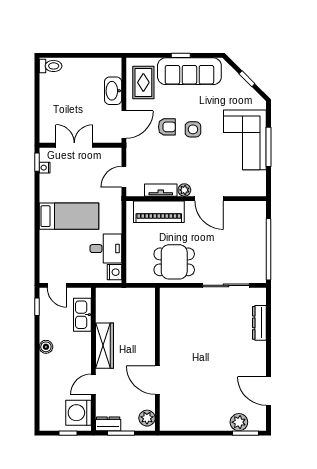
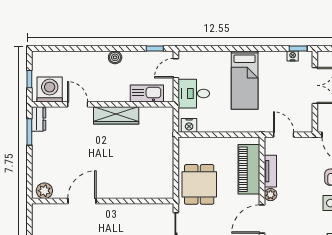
desk: (106, 249) -> (194, 94), moved, turned 90
wall: (157, 359) -> (103, 201), moved
door: (157, 380) -> (82, 201), moved
plant: (147, 418) -> (44, 191), moved

